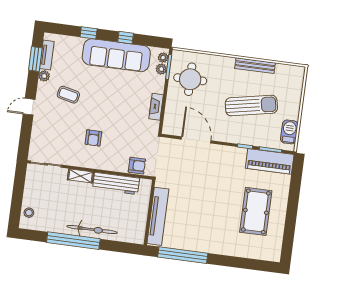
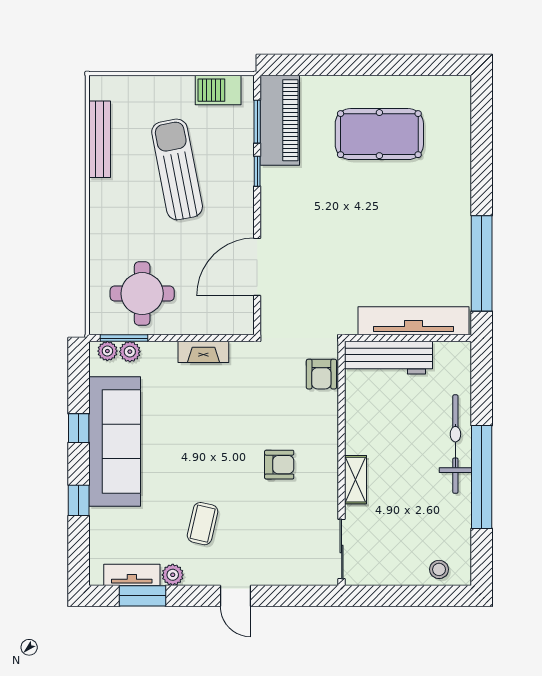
bench: (255, 66) -> (100, 139), moved
armchair: (137, 166) -> (321, 374), turned 180
workbench: (116, 184) -> (388, 358), moved, turned 90

